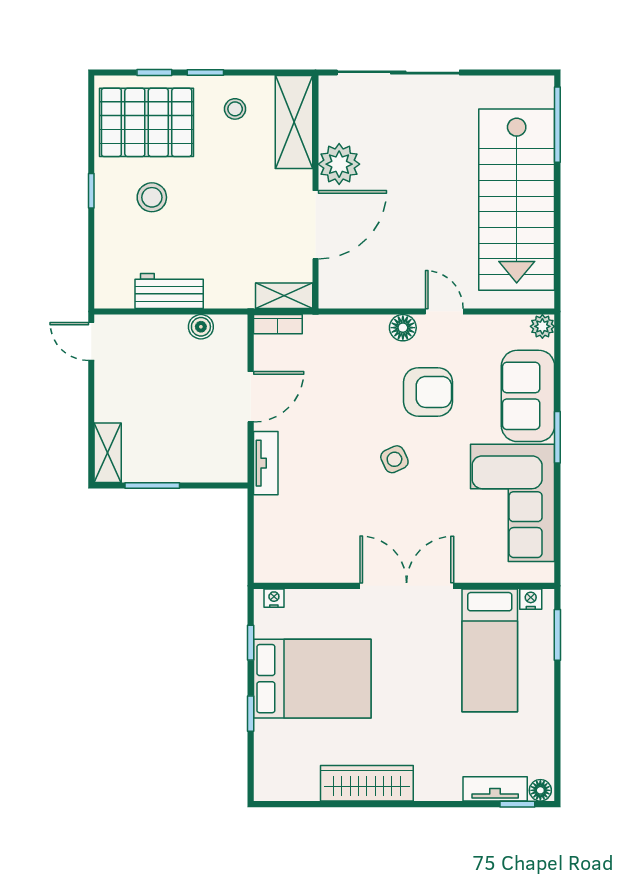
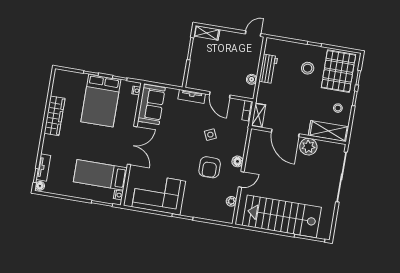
plant: (542, 326) -> (231, 201), moved
sofa: (528, 396) -> (151, 104), moved, turned 90
side table: (394, 459) -> (210, 135), moved

